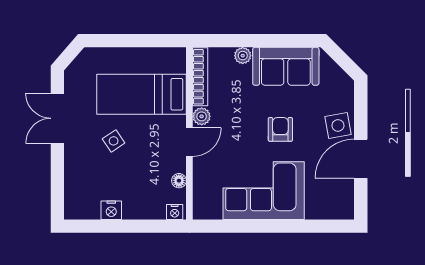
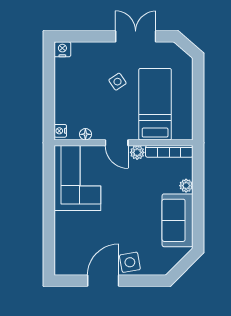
armchair: (280, 129) -> (127, 216), removed
door: (361, 159) -> (103, 281), hinge flipped
corner sofa: (264, 191) -> (77, 178), moved
nightstand: (111, 210) -> (62, 49), moved, turned 90

